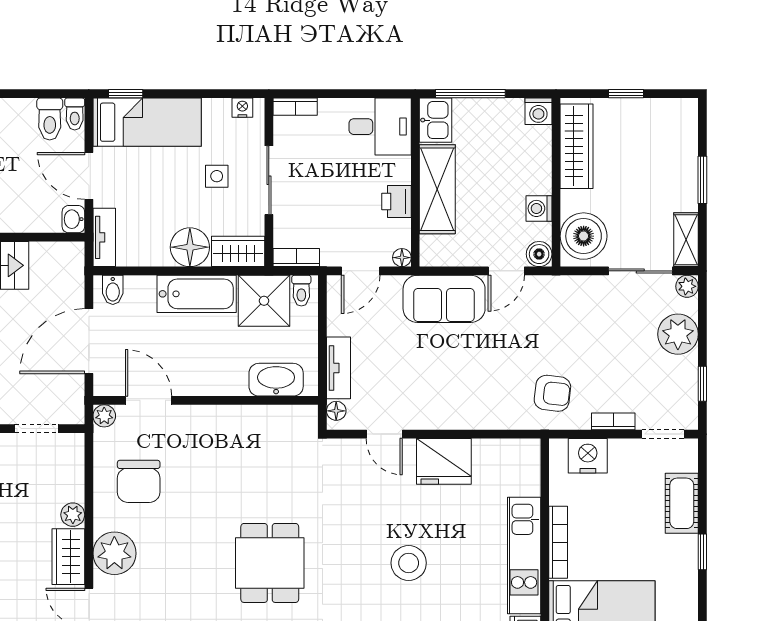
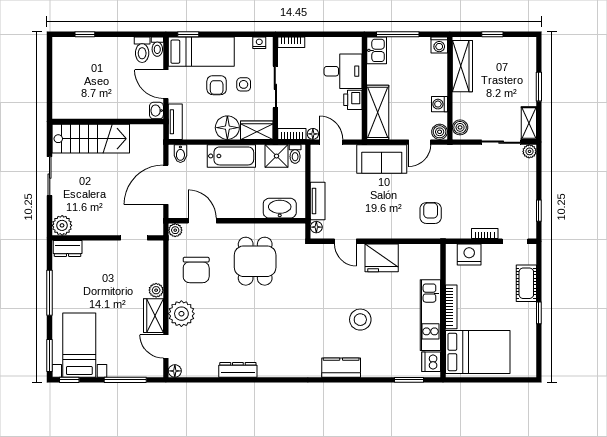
desk: (380, 127) -> (343, 71), moved
armchair: (172, 177) -> (217, 85), added
shelving: (437, 189) -> (378, 112), moved
boiler: (584, 236) -> (460, 127), width x0.54, depth x0.54
floor lamp: (402, 258) -> (313, 134), moved
door: (361, 271) -> (331, 142), swing flipped
shower: (264, 301) -> (277, 156), width x0.73, depth x0.73
plant: (678, 334) -> (524, 180), removed
armchair: (552, 393) -> (431, 213), moved, turned -97
dining table: (270, 563) -> (255, 261), moved

